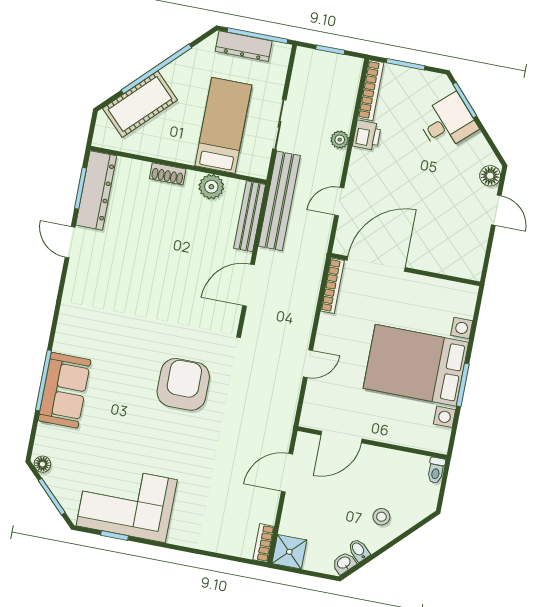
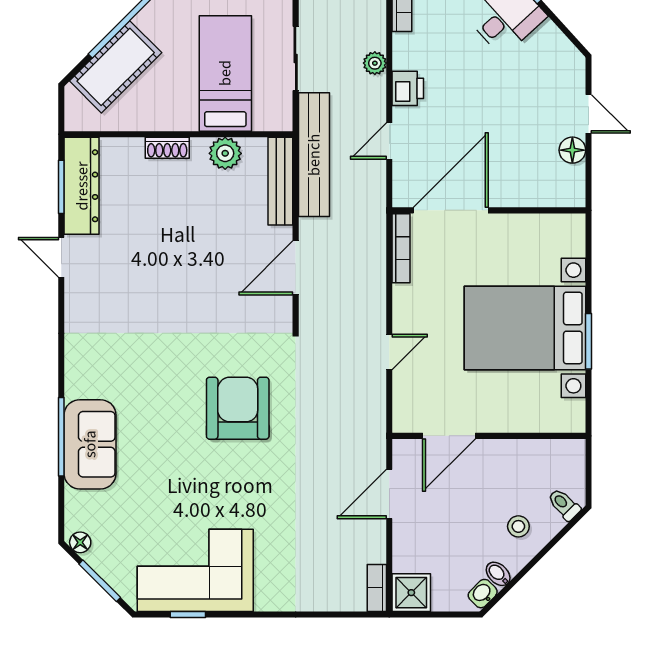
printer: (367, 135) -> (408, 88), moved
floor lamp: (490, 176) -> (572, 150), moved
toilet: (436, 470) -> (564, 505), moved, turned 135

